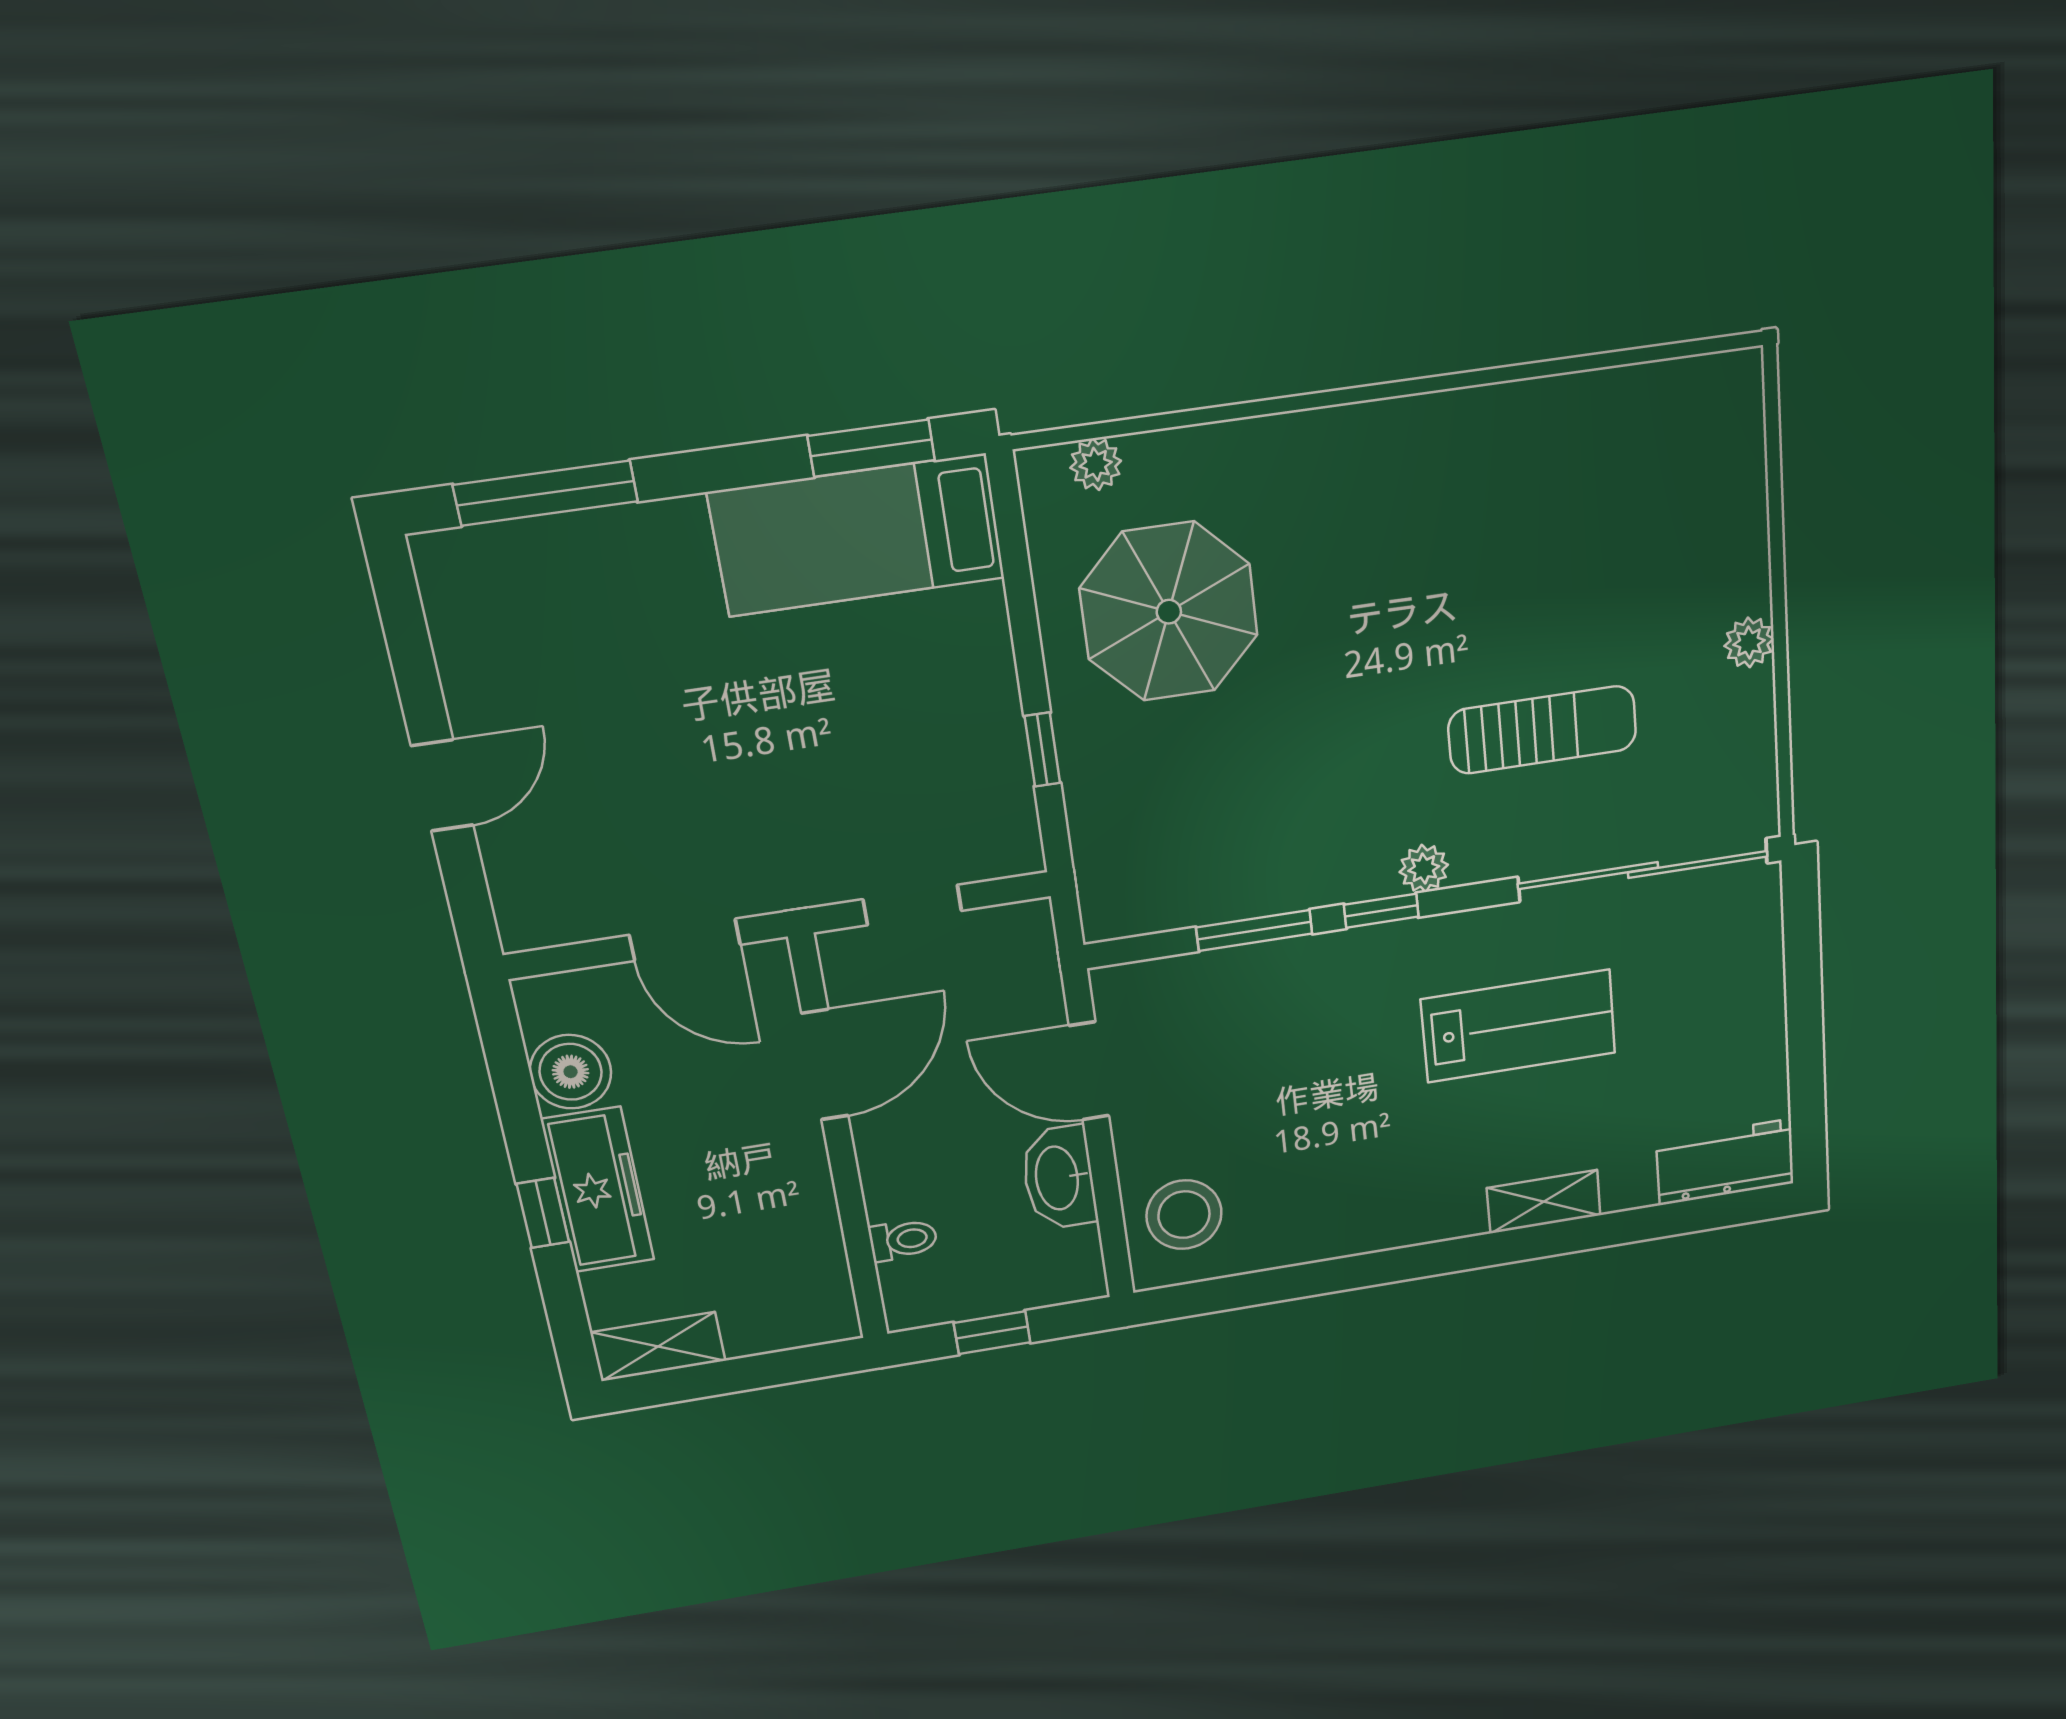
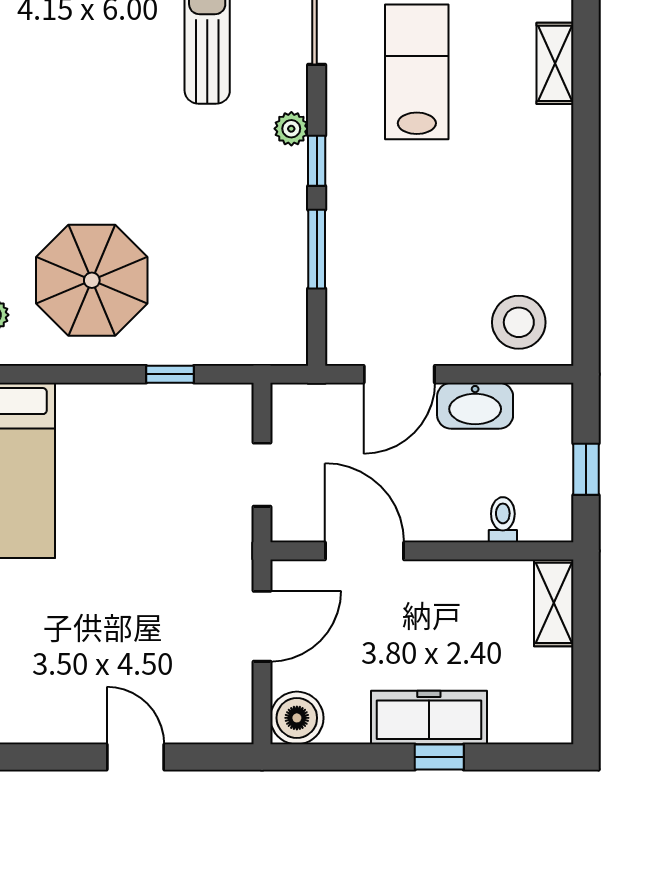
boiler: (571, 1072) -> (297, 718), moved
shelving: (658, 1347) -> (554, 603), moved

